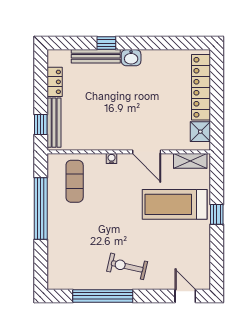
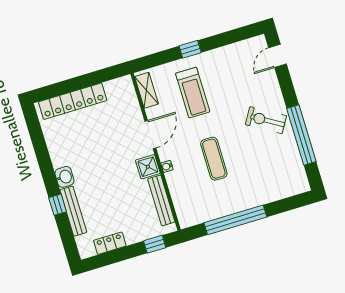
bench: (54, 123) -> (161, 200), moved, turned 90
shower: (200, 132) -> (148, 167), moved
exercise mat: (75, 181) -> (214, 159), moved, turned 90
treadmill: (175, 204) -> (193, 93), width x0.73, depth x0.73
exercise bike: (127, 266) -> (266, 120), turned 108

